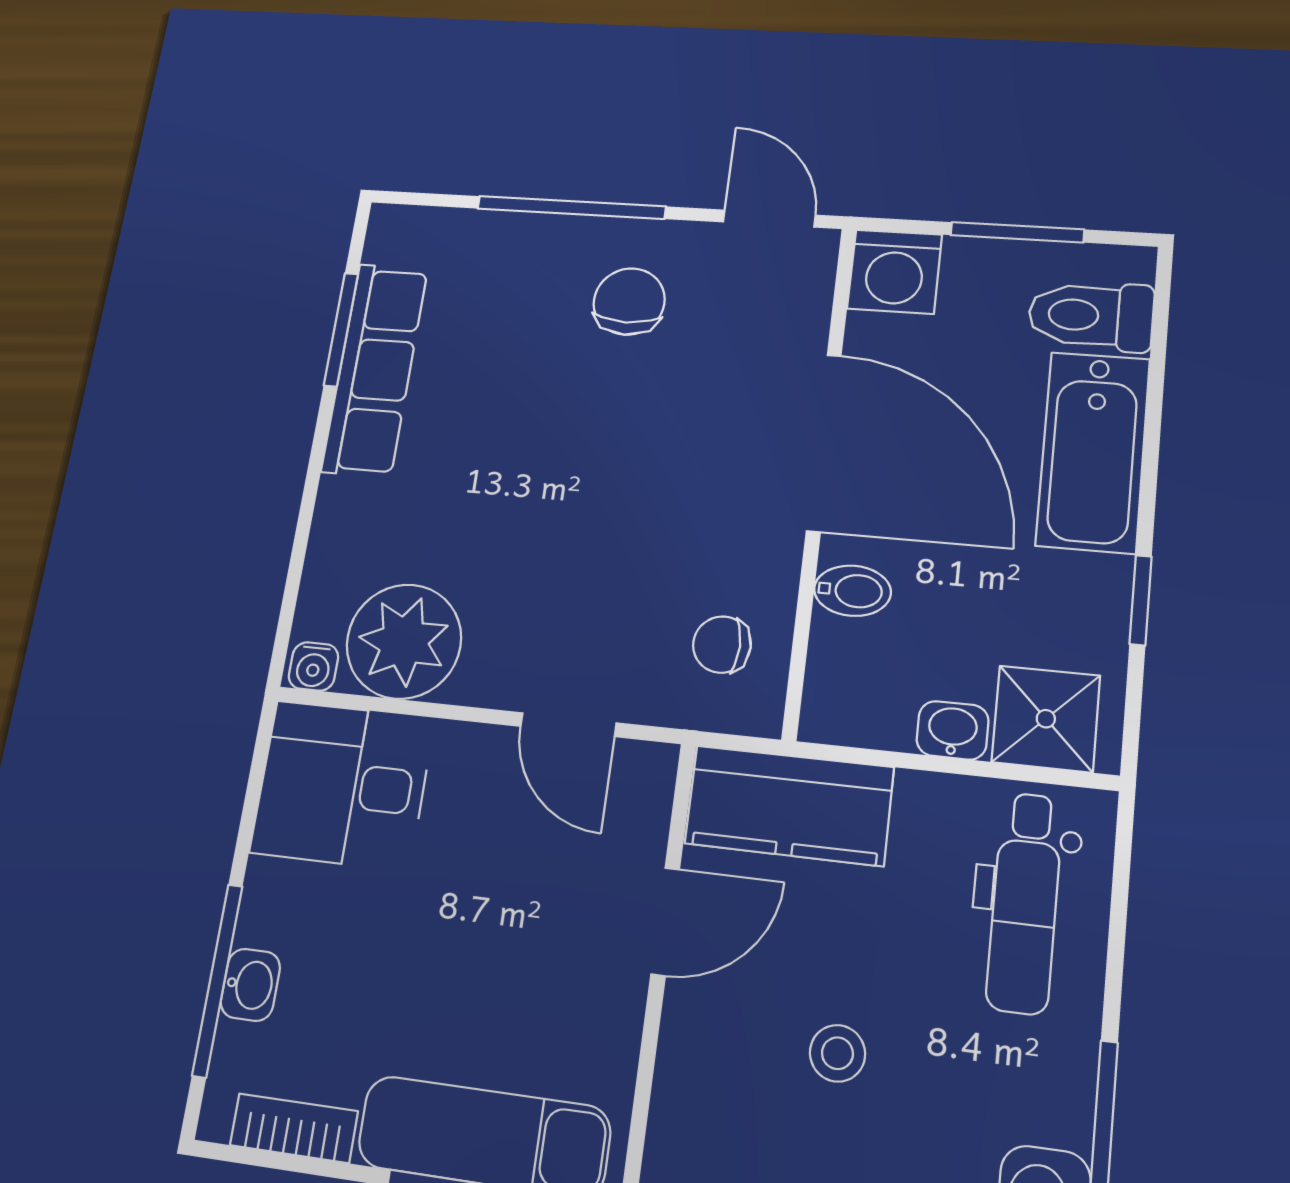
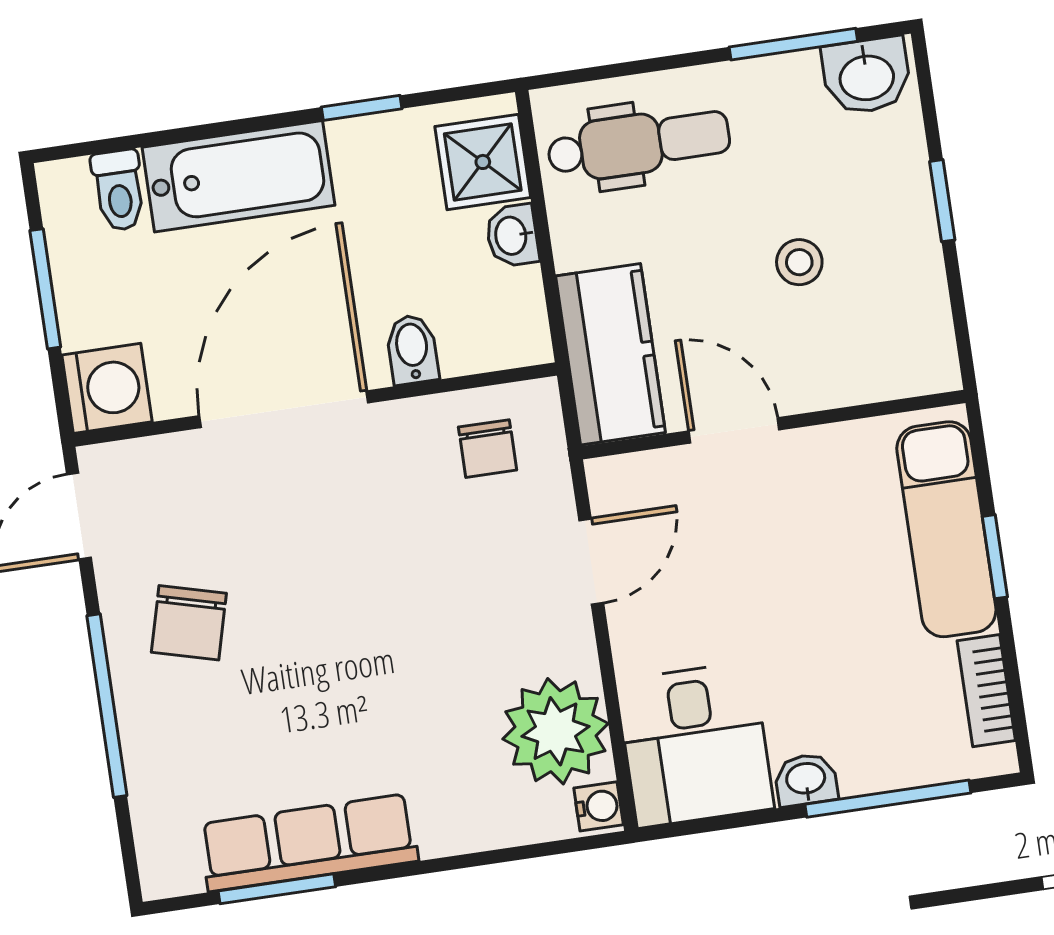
chair: (629, 301) -> (189, 623), turned -75
toilet: (1091, 316) -> (119, 190), width x0.73, depth x0.72
washbasin: (250, 985) -> (806, 780), moved

